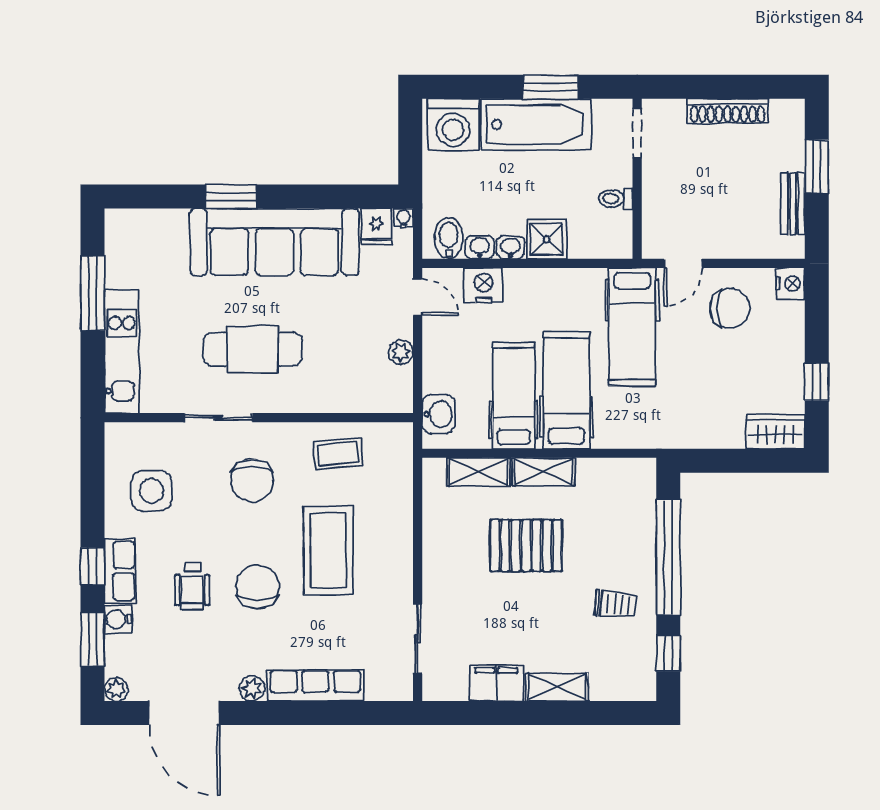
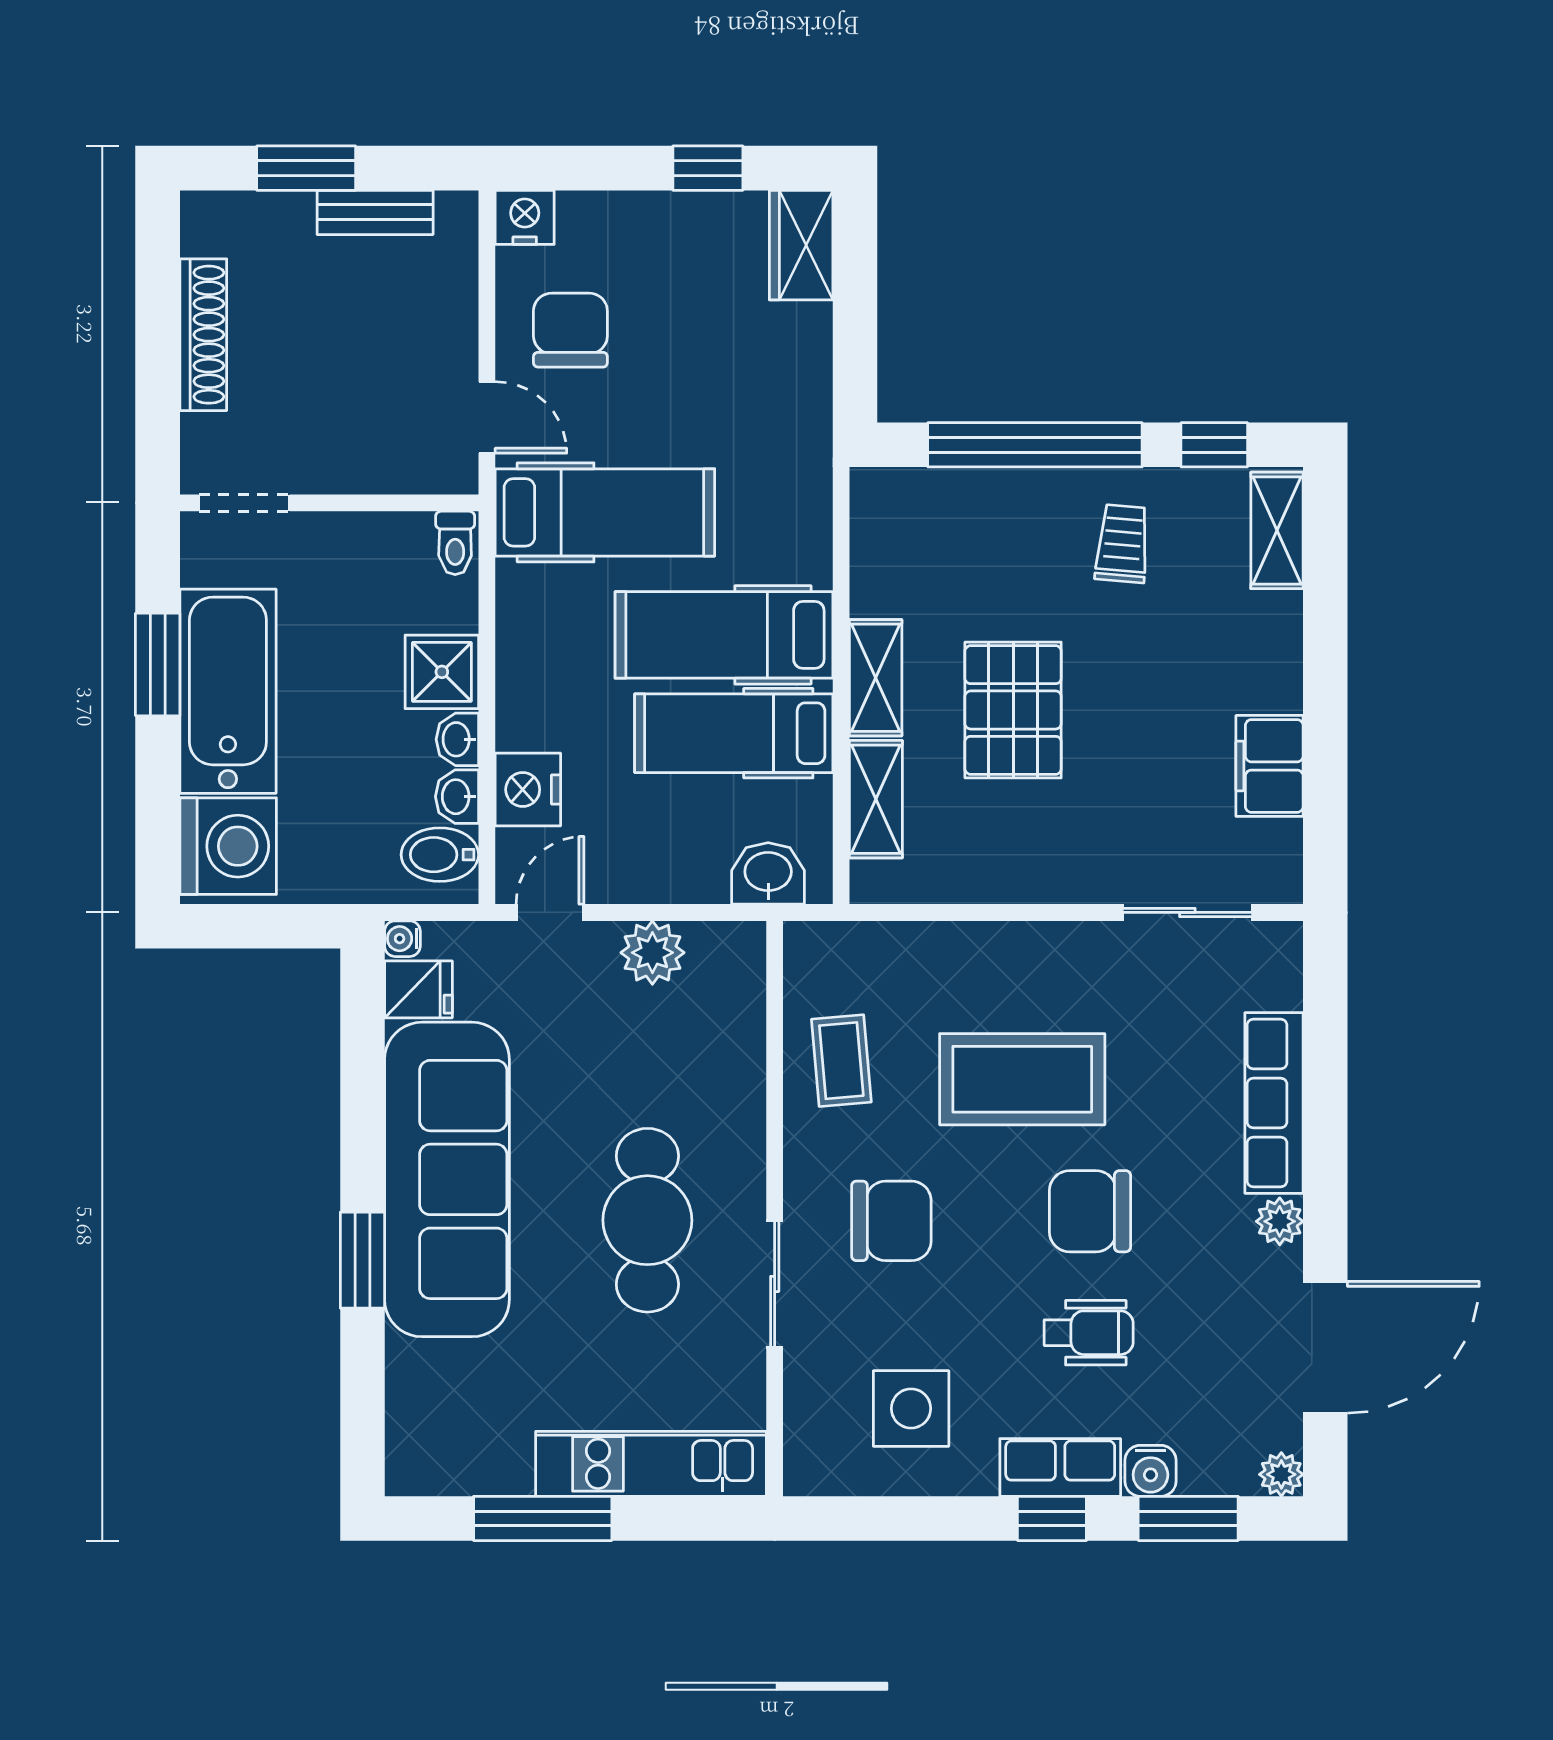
toilet: (616, 199) -> (455, 543), moved
plant: (401, 352) -> (652, 953), width x1.38, depth x1.38
shelving: (557, 687) -> (1277, 530), moved

